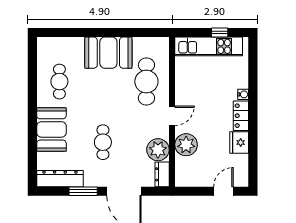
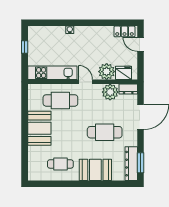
kitchen unit: (209, 46) -> (52, 73), moved, turned -90
locker: (241, 116) -> (124, 31), moved
cafe table: (103, 142) -> (105, 132), width x1.37, depth x1.35
fridge: (239, 142) -> (123, 73), moved, turned 180
window: (83, 191) -> (140, 163), moved

